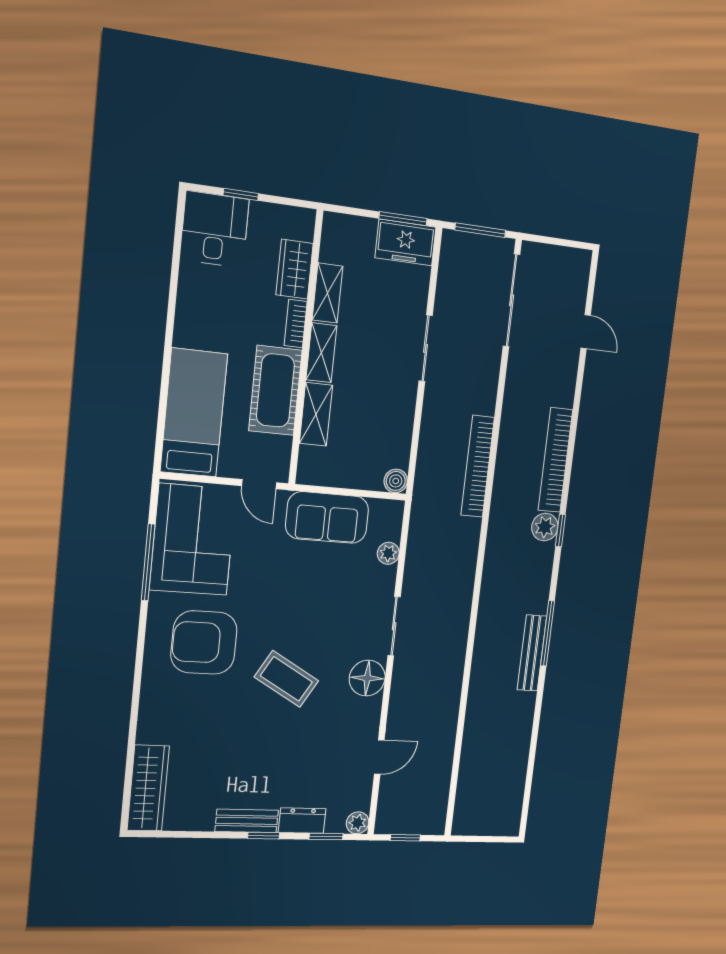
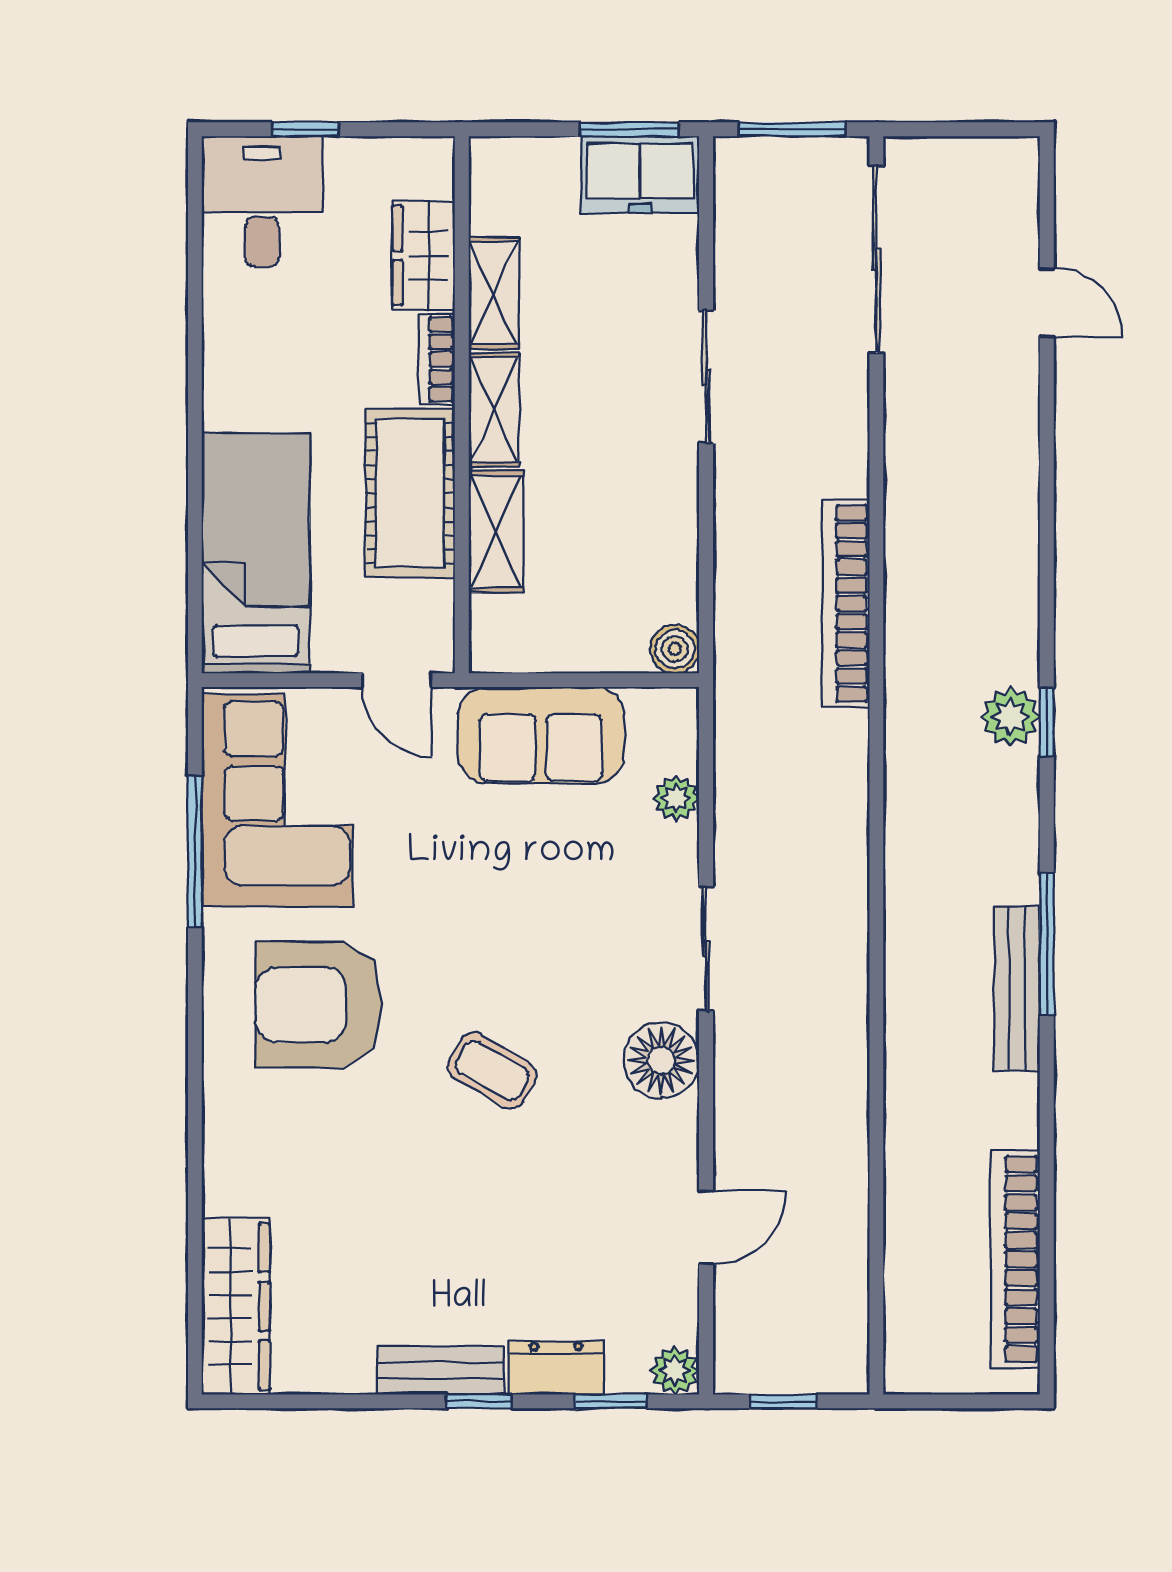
bookcase: (555, 460) -> (1015, 1259), moved
coffee table: (286, 679) -> (492, 1071), width x0.73, depth x0.77

